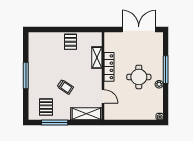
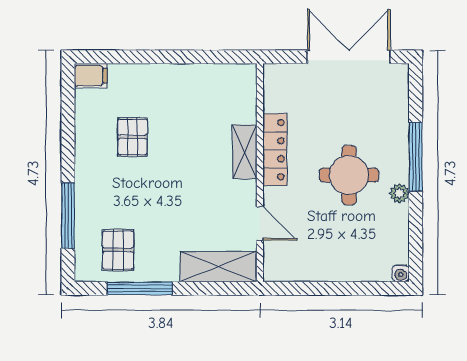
filing cabinet: (35, 37) -> (91, 76), added
pallet: (70, 42) -> (132, 137), moved
shelving: (97, 58) -> (245, 152), moved
window: (26, 75) -> (68, 215), moved
trolley: (65, 87) -> (166, 200), removed

